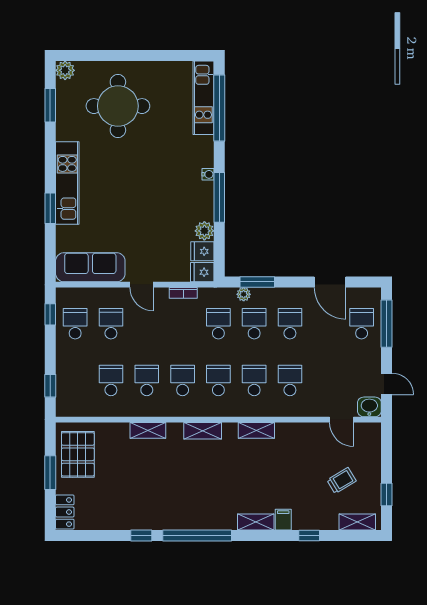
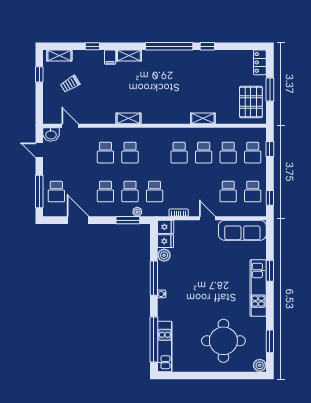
school desk: (218, 381) -> (253, 153), moved
shelving: (203, 431) -> (165, 118), removed

